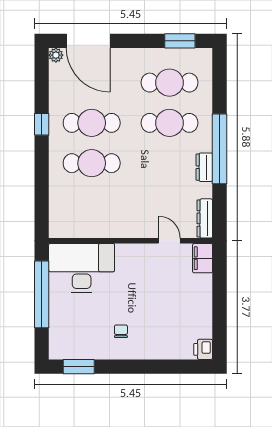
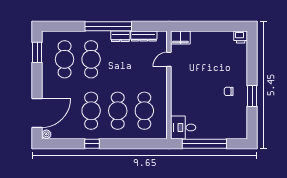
cafe table: (92, 203) -> (144, 111), added
dresser: (205, 218) -> (144, 36), moved
desk: (82, 268) -> (183, 127), width x0.53, depth x0.77
window: (79, 367) -> (252, 96), moved

